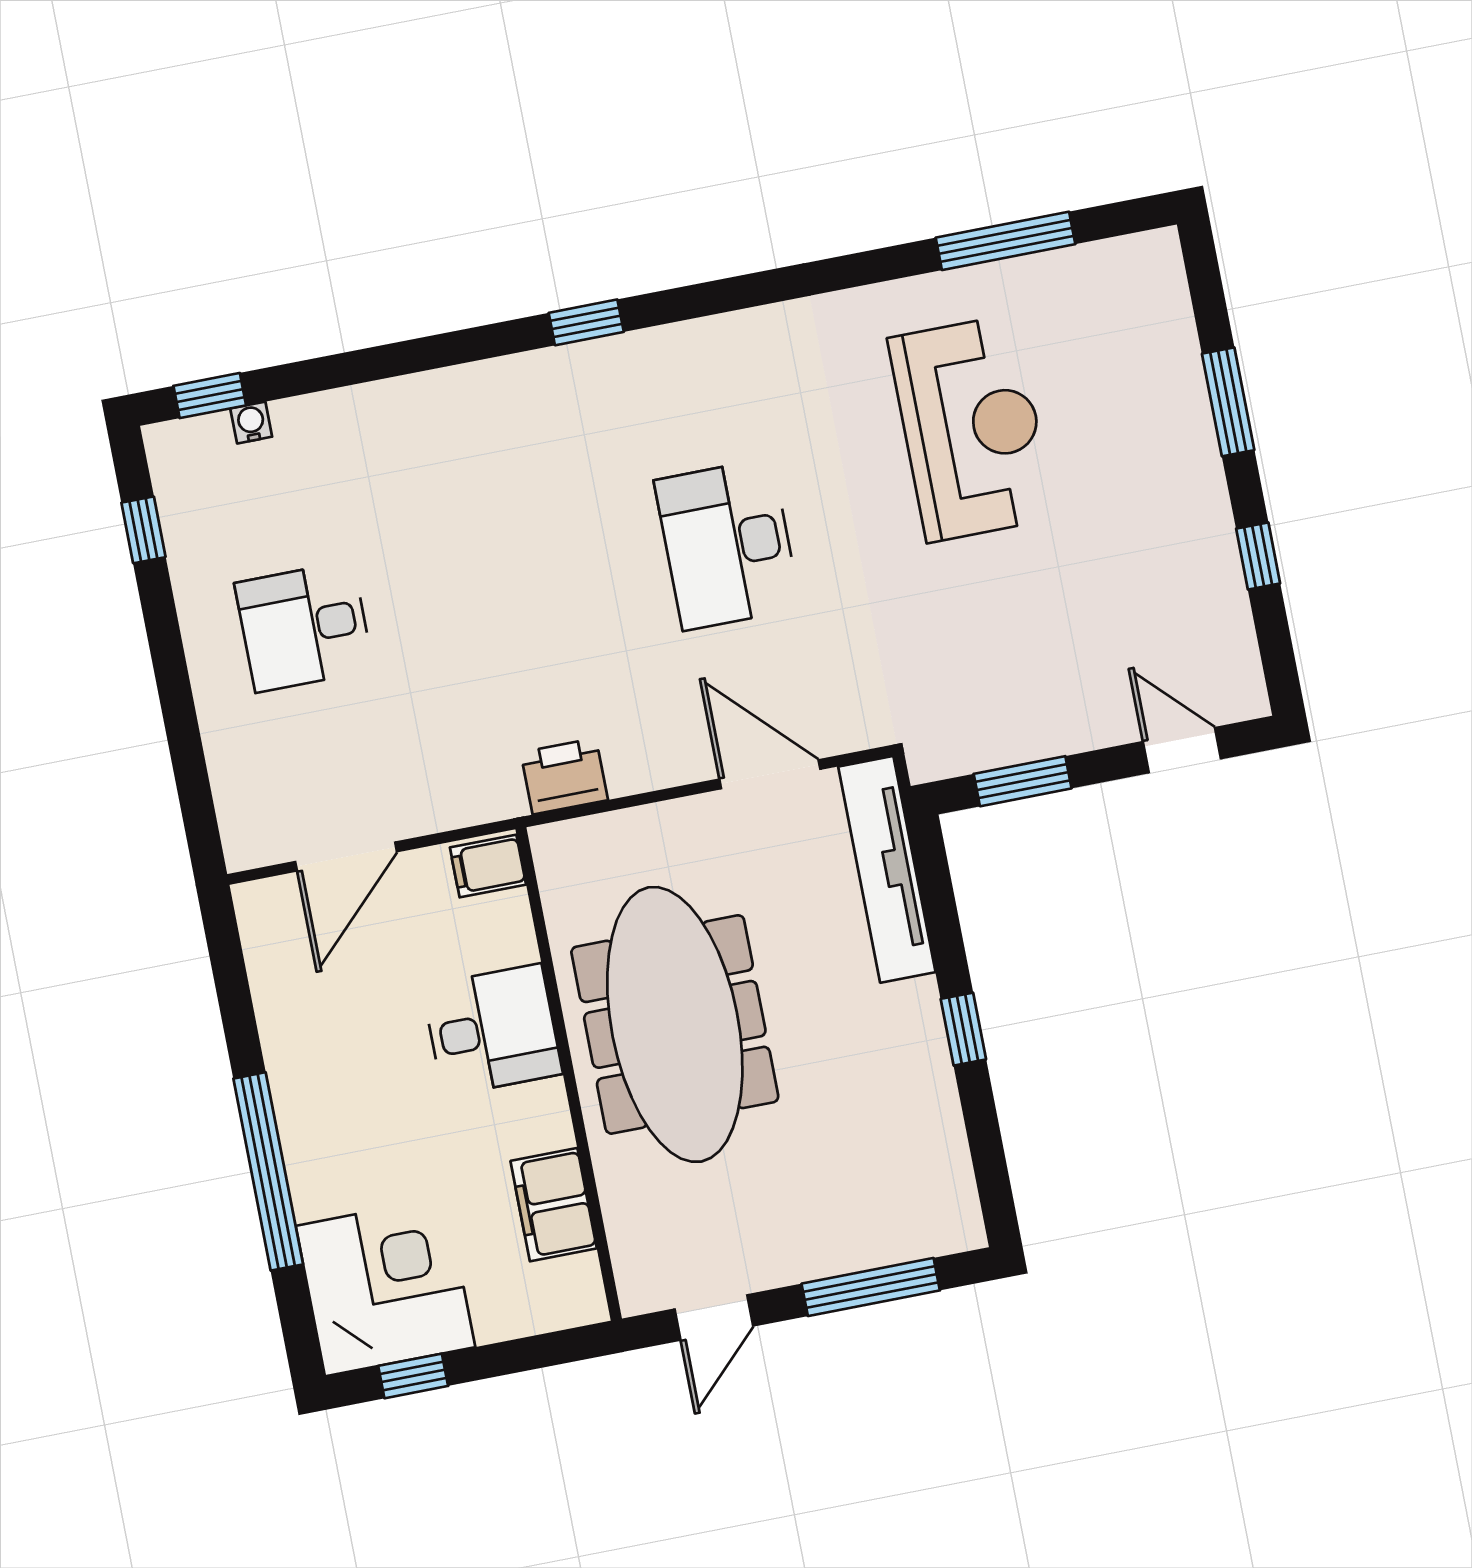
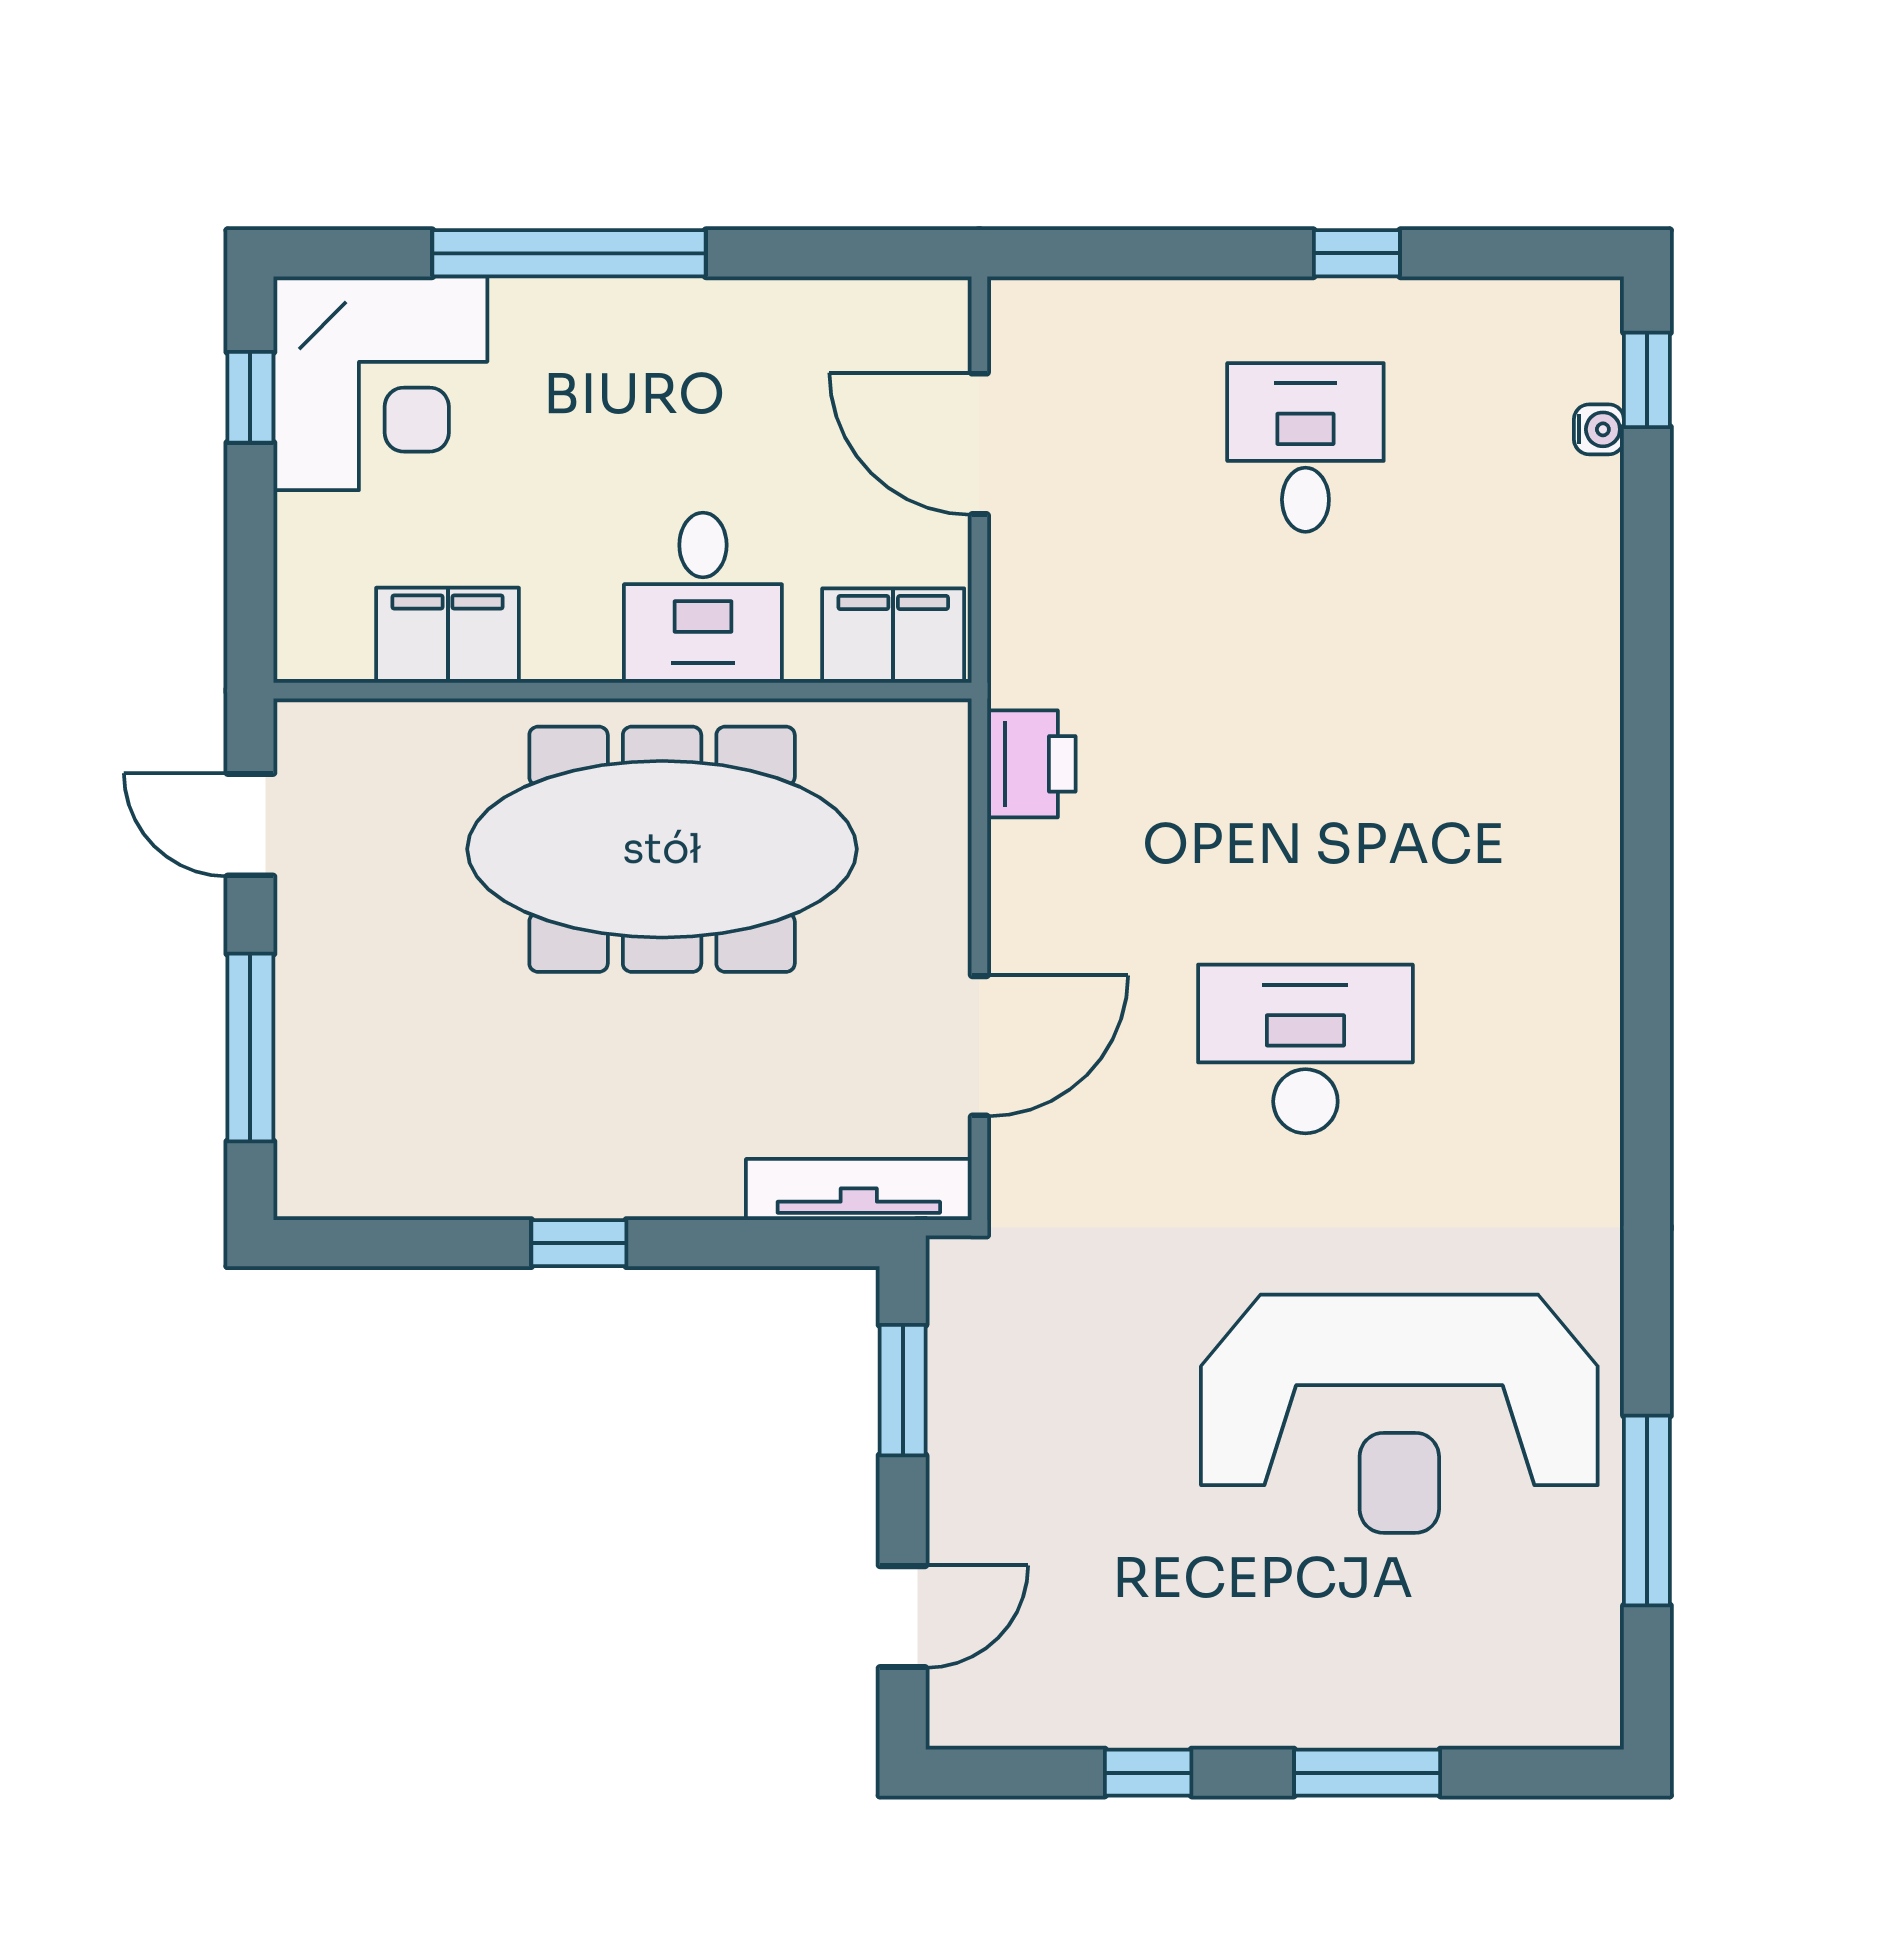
window: (586, 322) -> (1647, 915), removed
reception desk: (971, 428) -> (1399, 1414), width x1.36, depth x1.30
window: (143, 530) -> (1357, 253), moved
filing cabinet: (488, 866) -> (893, 636), width x2.00
tv unit: (887, 869) -> (859, 1190), width x0.73, depth x0.78

